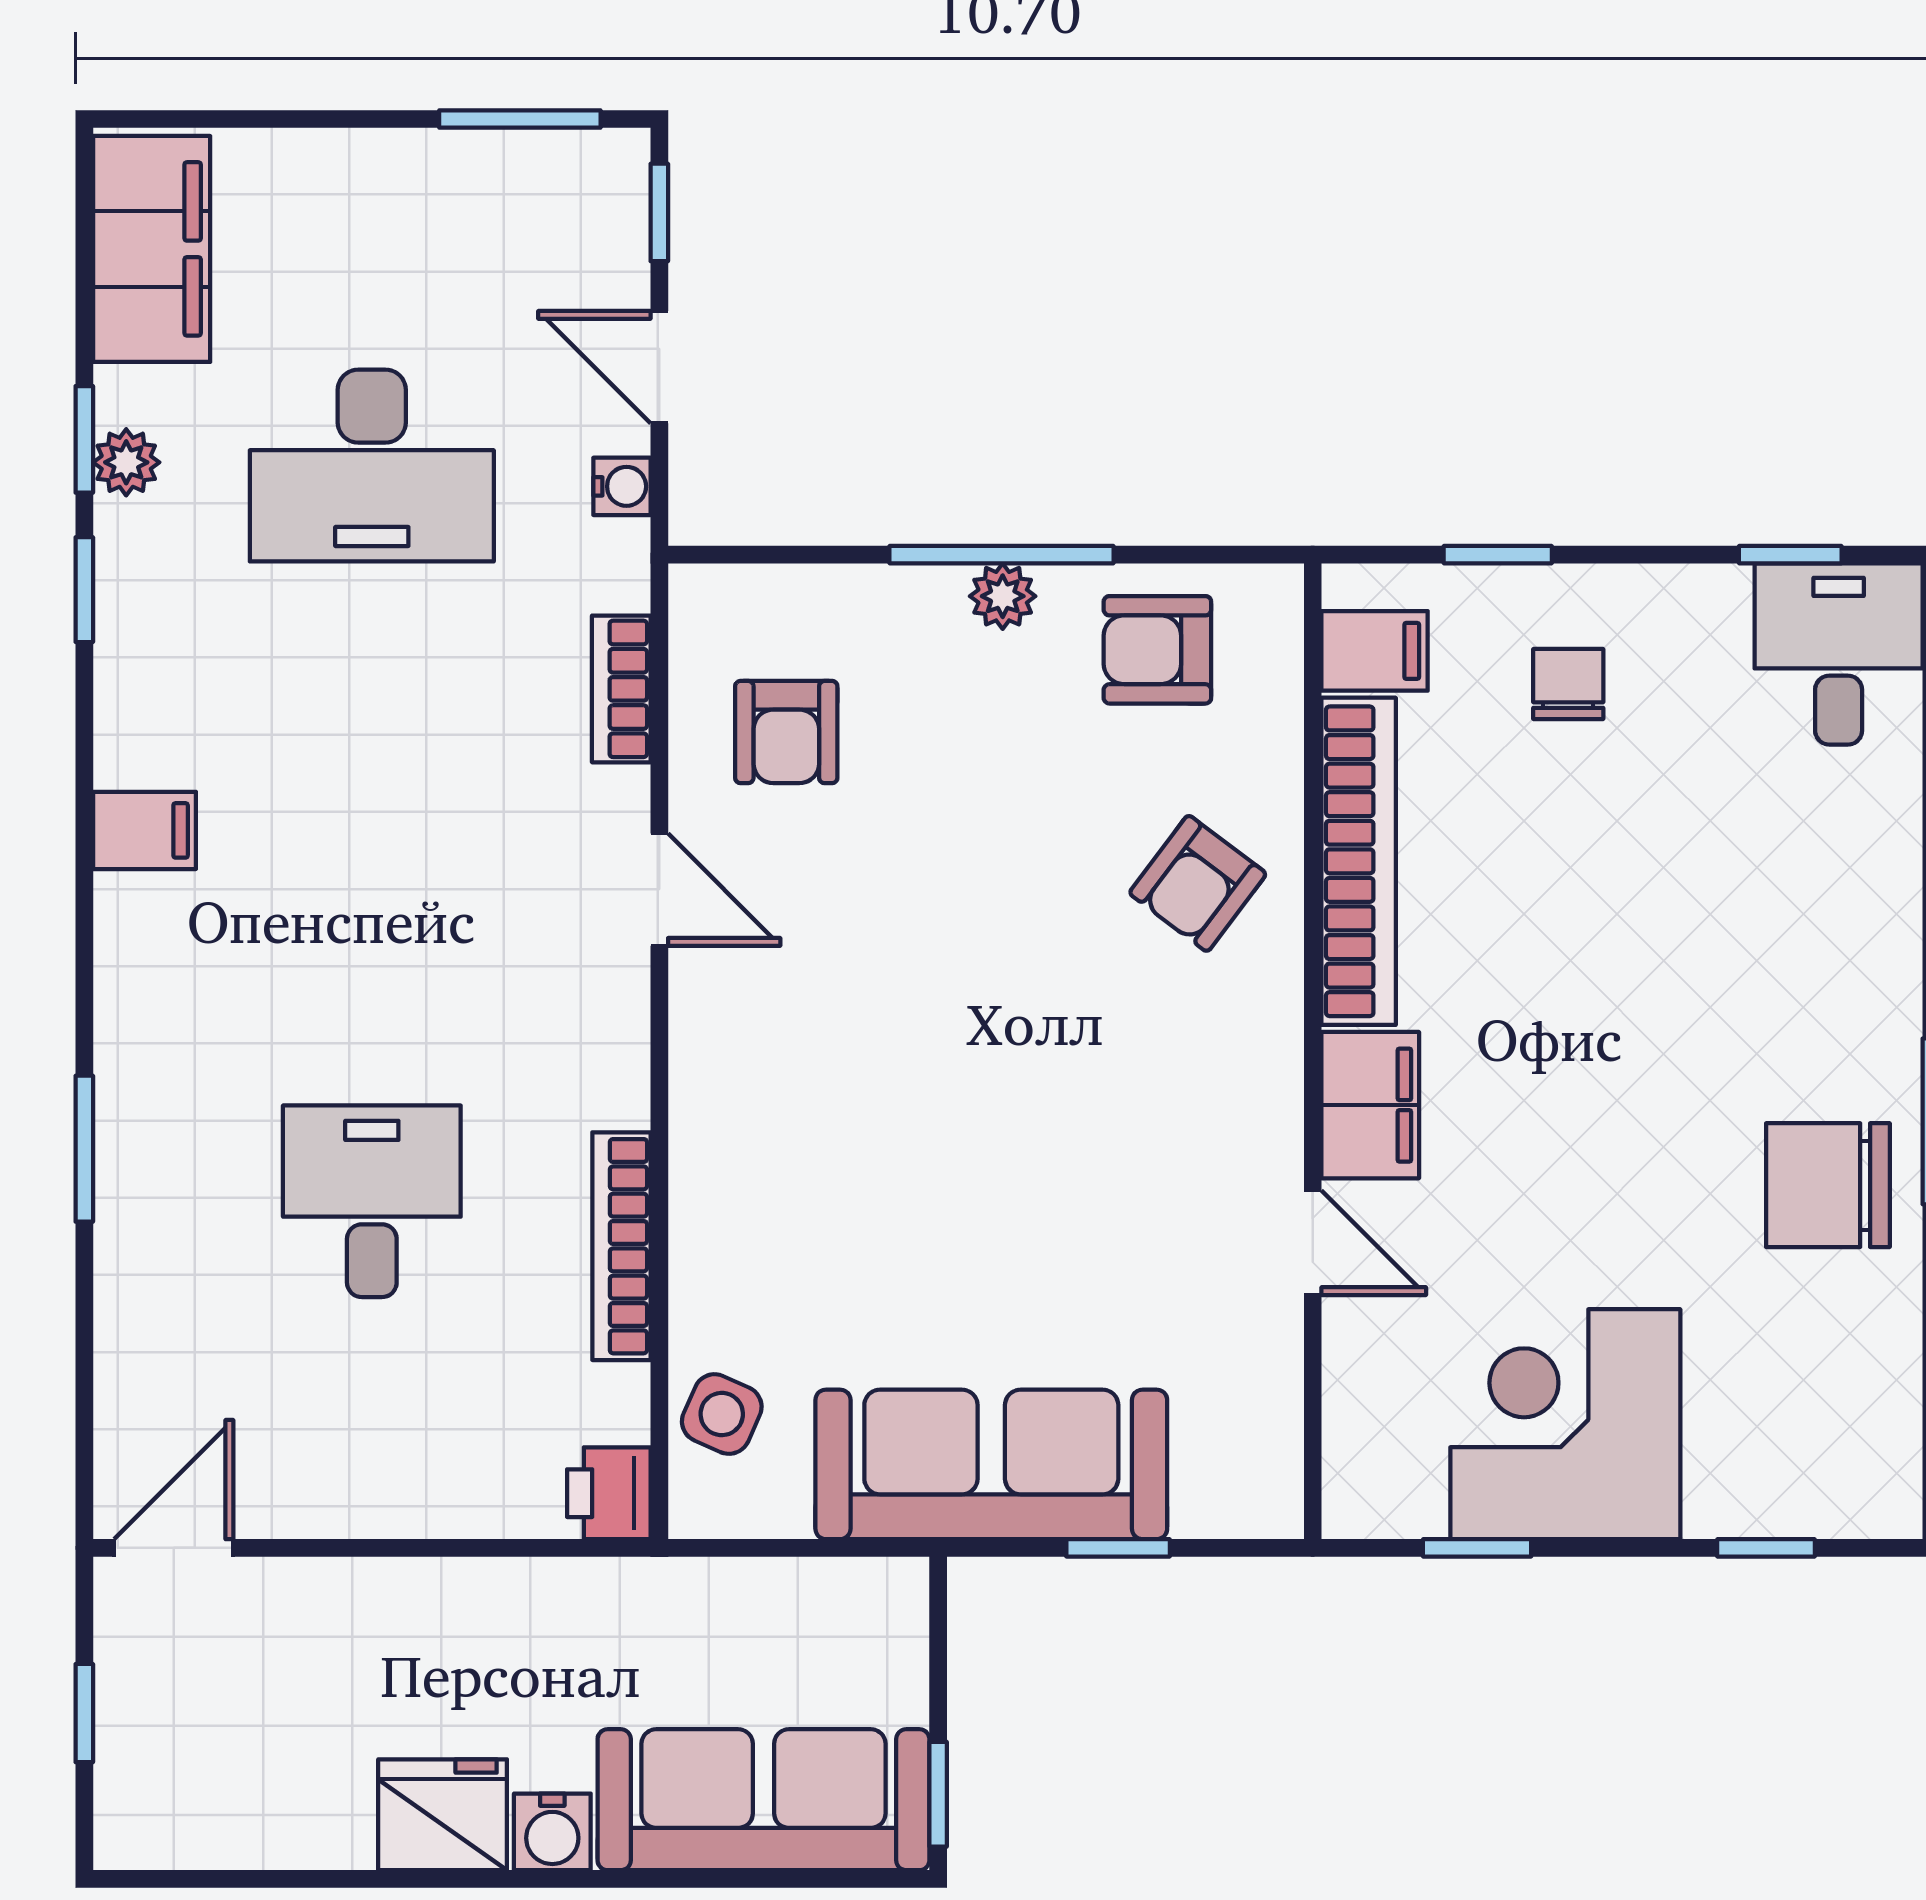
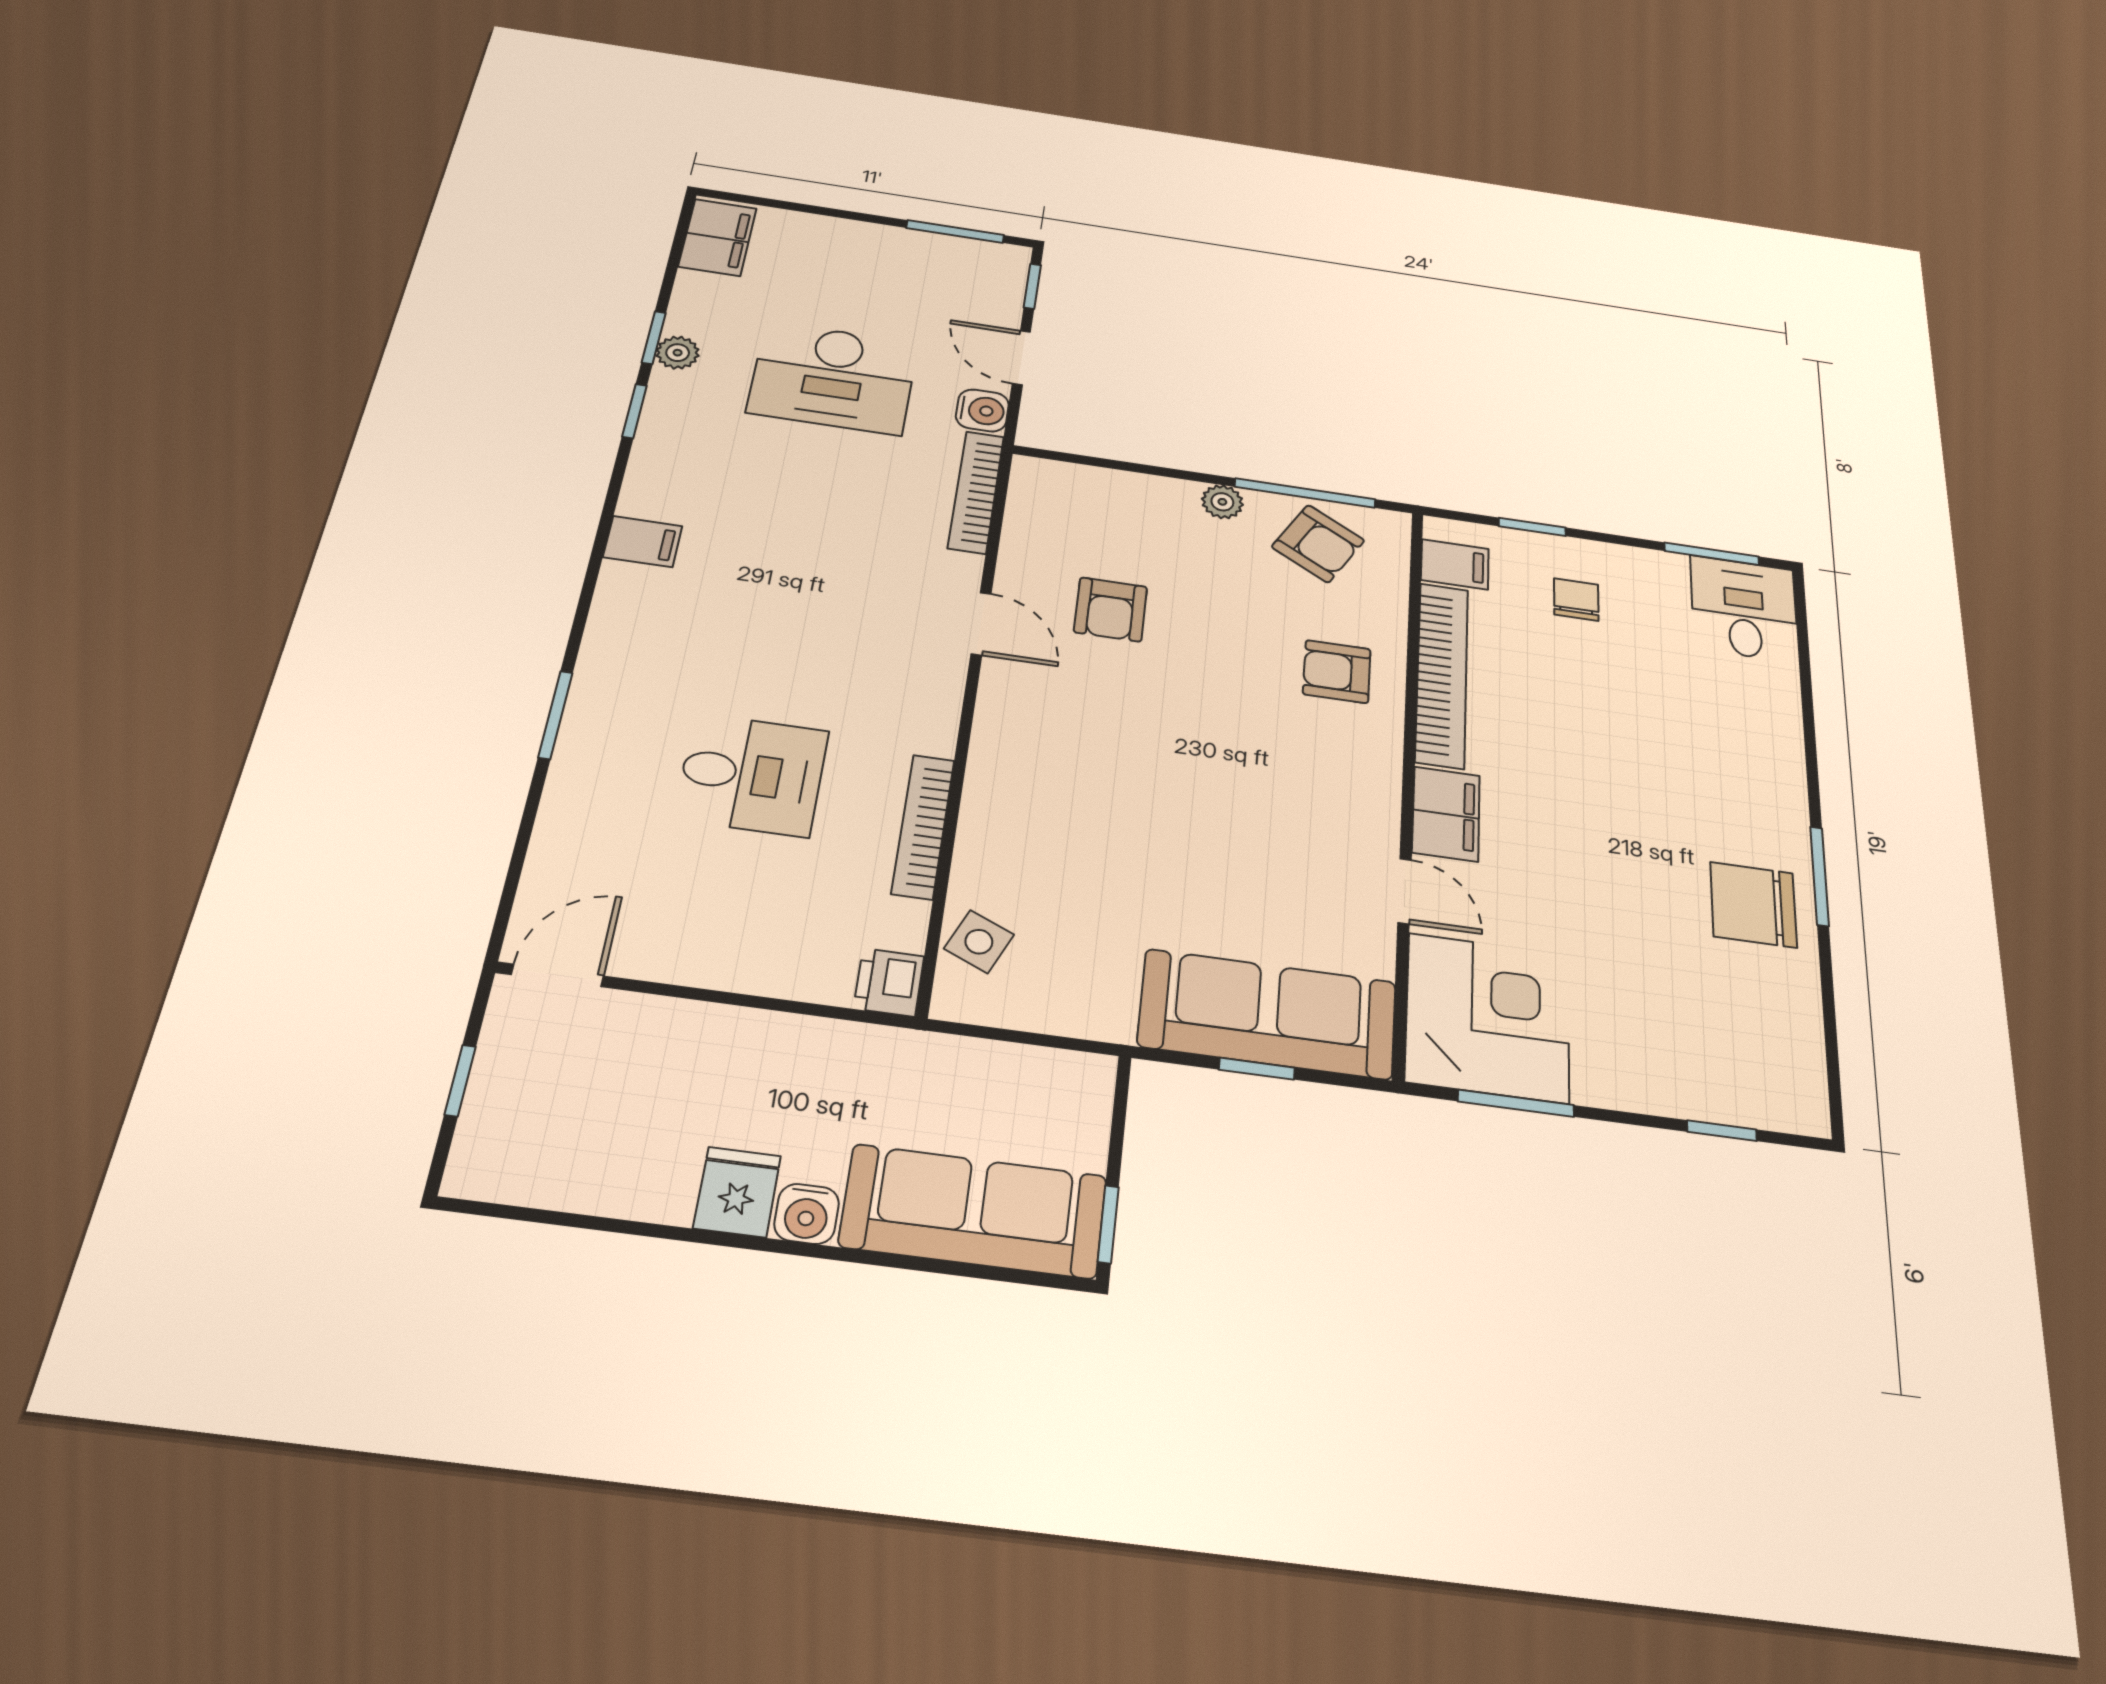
filing cabinet: (152, 249) -> (718, 237), width x0.67, depth x0.86
water cooler: (622, 486) -> (982, 410), width x1.38, depth x1.38
window: (1002, 555) -> (1305, 493), moved
window: (1790, 555) -> (1712, 554), width x1.50
armchair: (1157, 650) -> (1318, 544), turned -150
bookcase: (621, 689) -> (976, 492), width x1.56
armchair: (786, 732) -> (1111, 609), moved
armchair: (1198, 883) -> (1337, 672), turned 53
desk: (372, 1201) -> (752, 775), turned 90
corner desk: (1565, 1424) -> (1488, 1017), moved, turned 90
sofa: (991, 1464) -> (1268, 1014), moved
window: (1477, 1548) -> (1516, 1103), width x1.50
fridge: (443, 1815) -> (737, 1192), width x0.72

